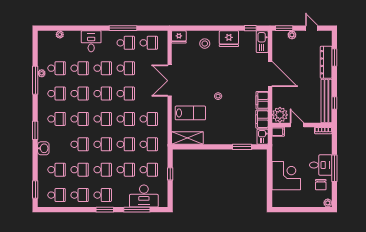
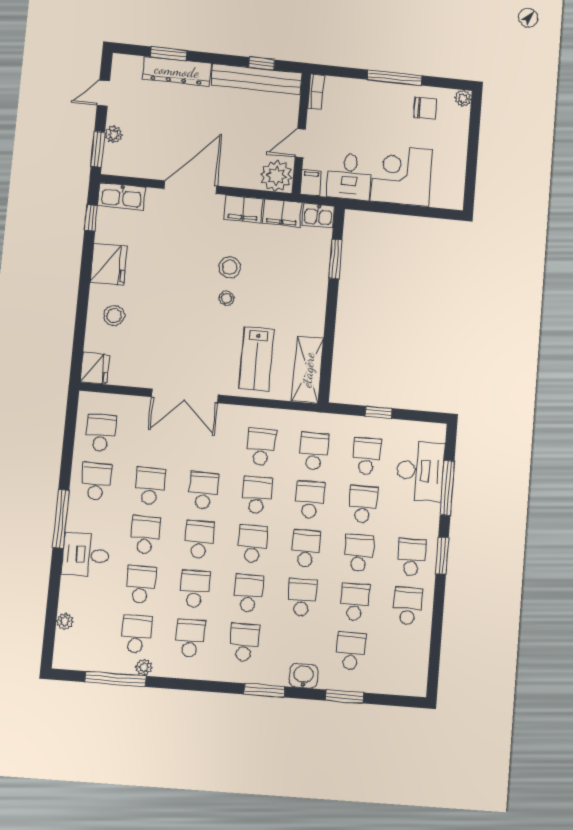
window: (123, 28) -> (61, 519), moved
window: (35, 80) -> (116, 679), moved
stool: (233, 96) -> (230, 267), added
lab bench: (190, 113) -> (256, 359), turned 180
desk: (321, 165) -> (350, 176), moved, turned 180
window: (35, 189) -> (345, 697), moved
school desk: (57, 195) -> (404, 655), removed

